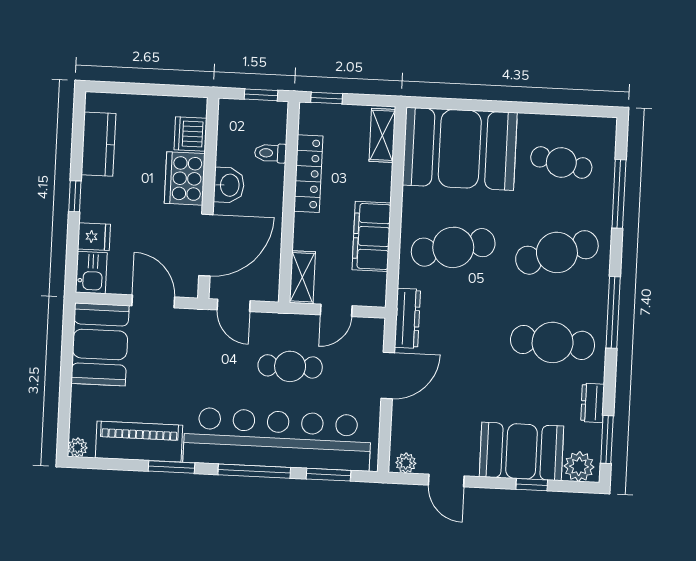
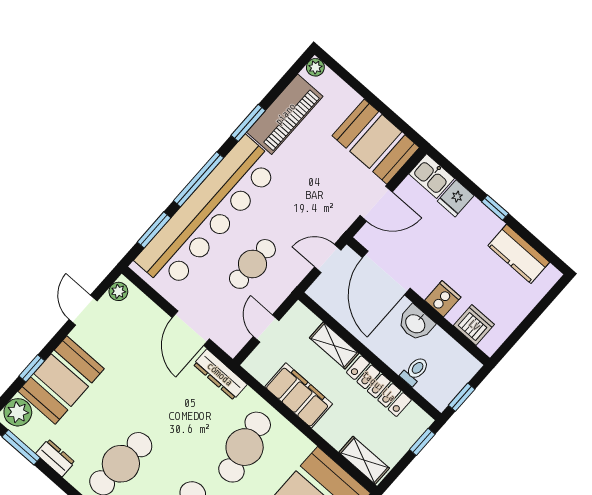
cooker: (185, 178) -> (443, 299), width x0.53, depth x0.76
shelving: (302, 277) -> (334, 346), moved
door: (446, 480) -> (83, 310), hinge flipped

